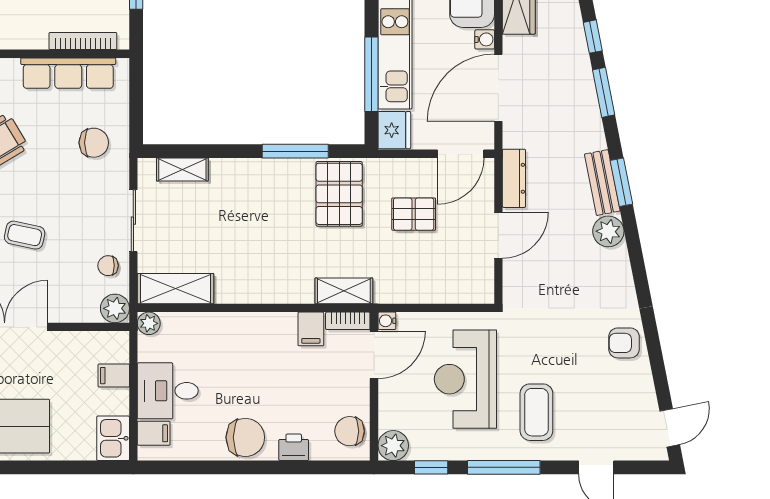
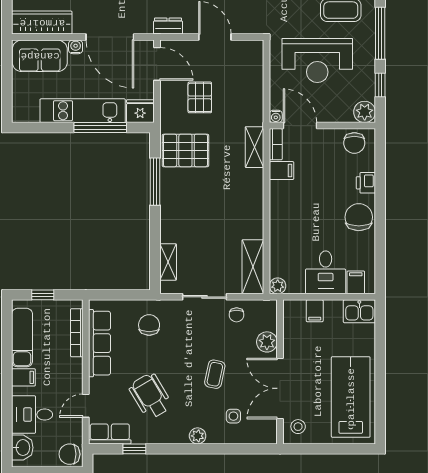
dresser: (514, 178) -> (168, 26), width x0.70
plant: (115, 308) -> (267, 342), moved

